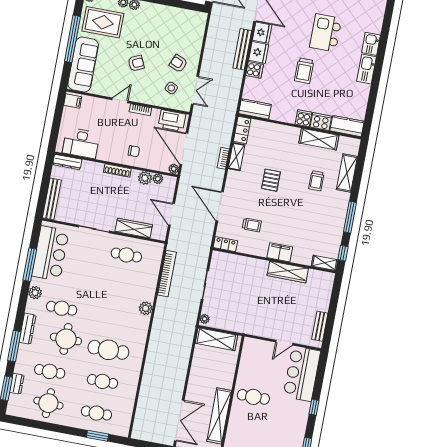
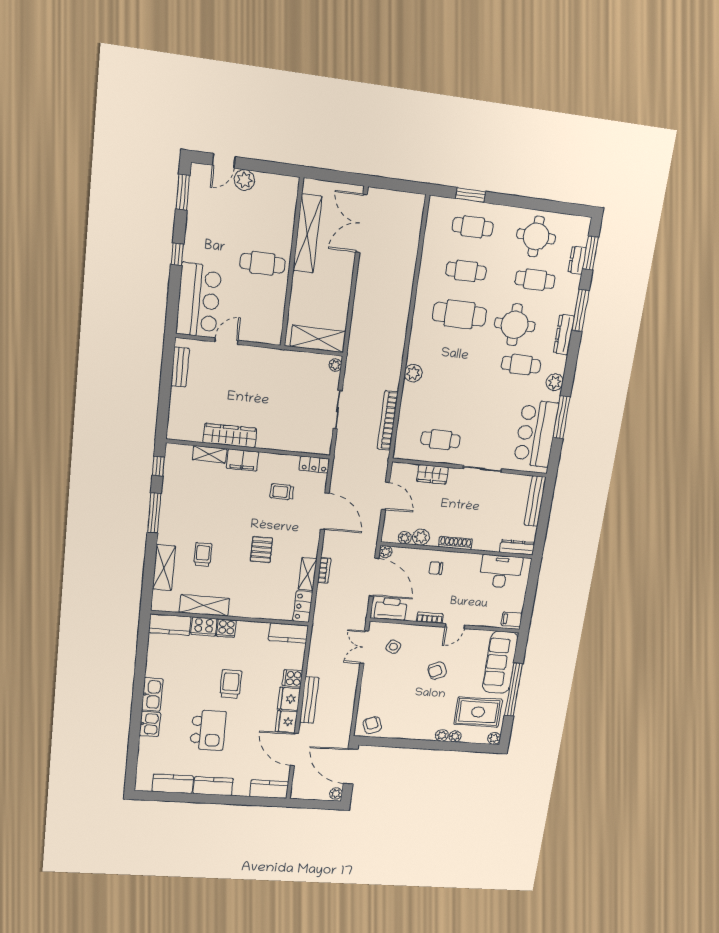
armchair: (178, 63) -> (372, 725), moved, turned -134
wardrobe: (134, 228) -> (432, 474), width x0.67
shelving: (325, 263) -> (210, 454), moved

